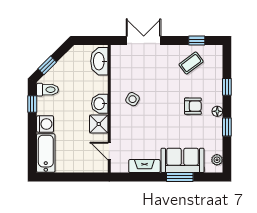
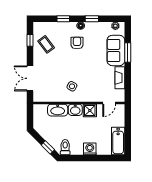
washbasin: (99, 61) -> (58, 110), moved
window: (32, 104) -> (75, 158), removed
bathtub: (46, 153) -> (118, 141), moved, turned -90

